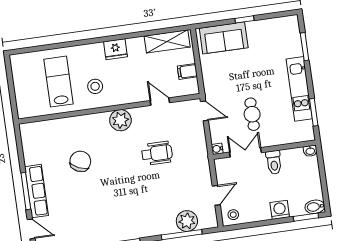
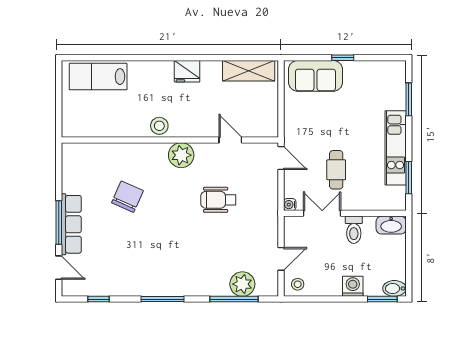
filing cabinet: (187, 71) -> (267, 109), removed
lab bench: (59, 82) -> (98, 77), moved, turned -90
stool: (95, 86) -> (159, 126), moved
washbasin: (310, 151) -> (391, 225), width x1.91, depth x1.45
wheelchair: (157, 153) -> (218, 200), turned 180

